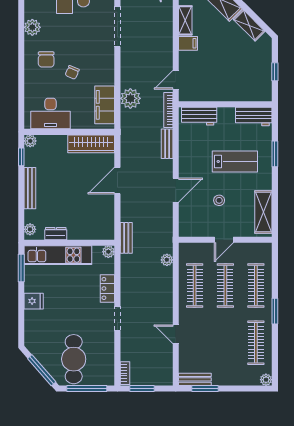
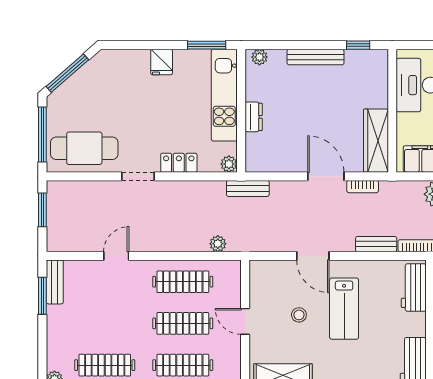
plant: (30, 141) -> (380, 57), removed
lab bench: (235, 161) -> (344, 309), moved
dresser: (56, 234) -> (254, 117), moved
cafe table: (74, 359) -> (84, 148), moved
bookcase: (125, 373) -> (363, 187), moved

